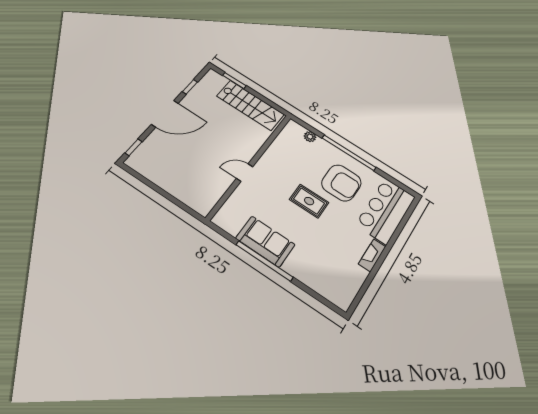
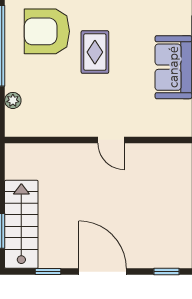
stairs: (250, 105) -> (21, 224), moved
armchair: (341, 183) -> (47, 31), turned -90

